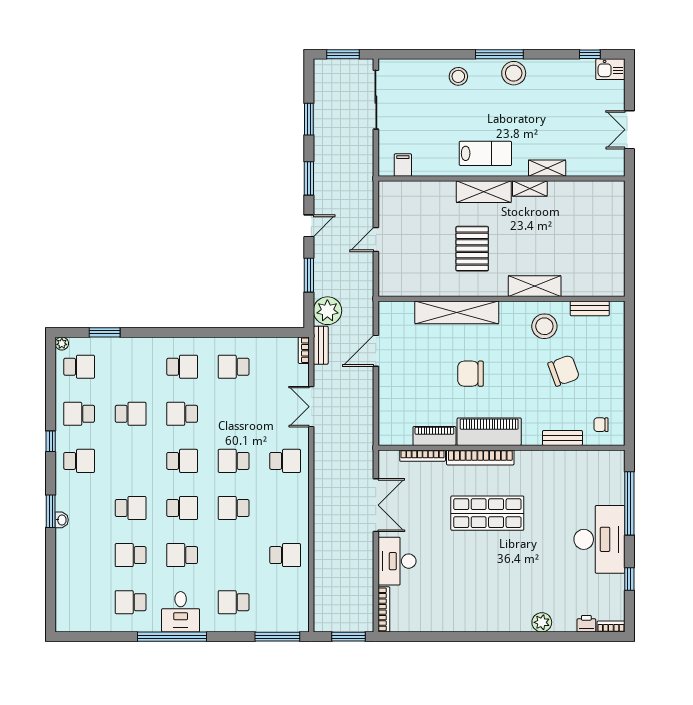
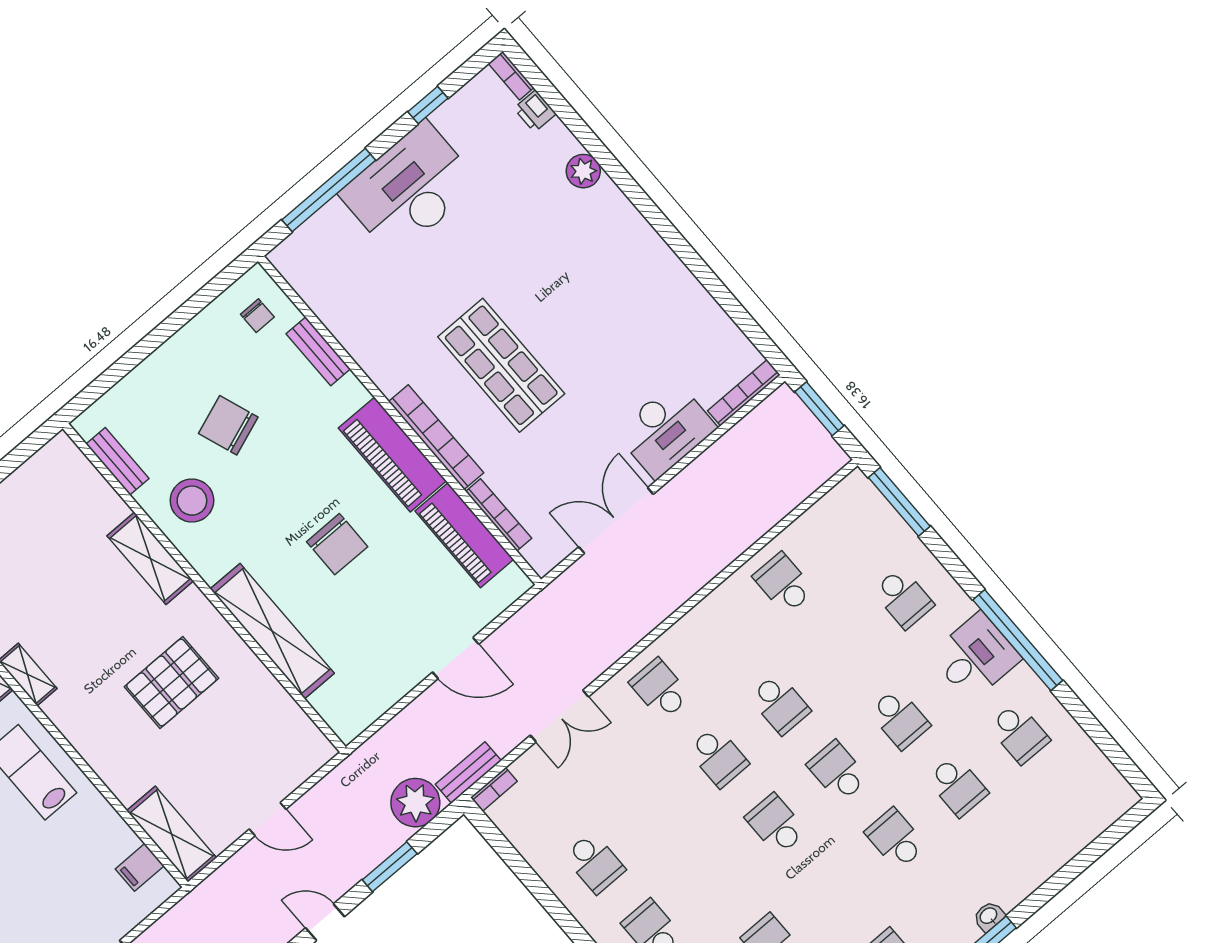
shelving: (484, 192) -> (172, 834), moved
door: (376, 351) -> (456, 658), moved
school desk: (182, 414) -> (714, 877), removed
piano: (434, 436) -> (464, 535), width x1.37, depth x1.33

